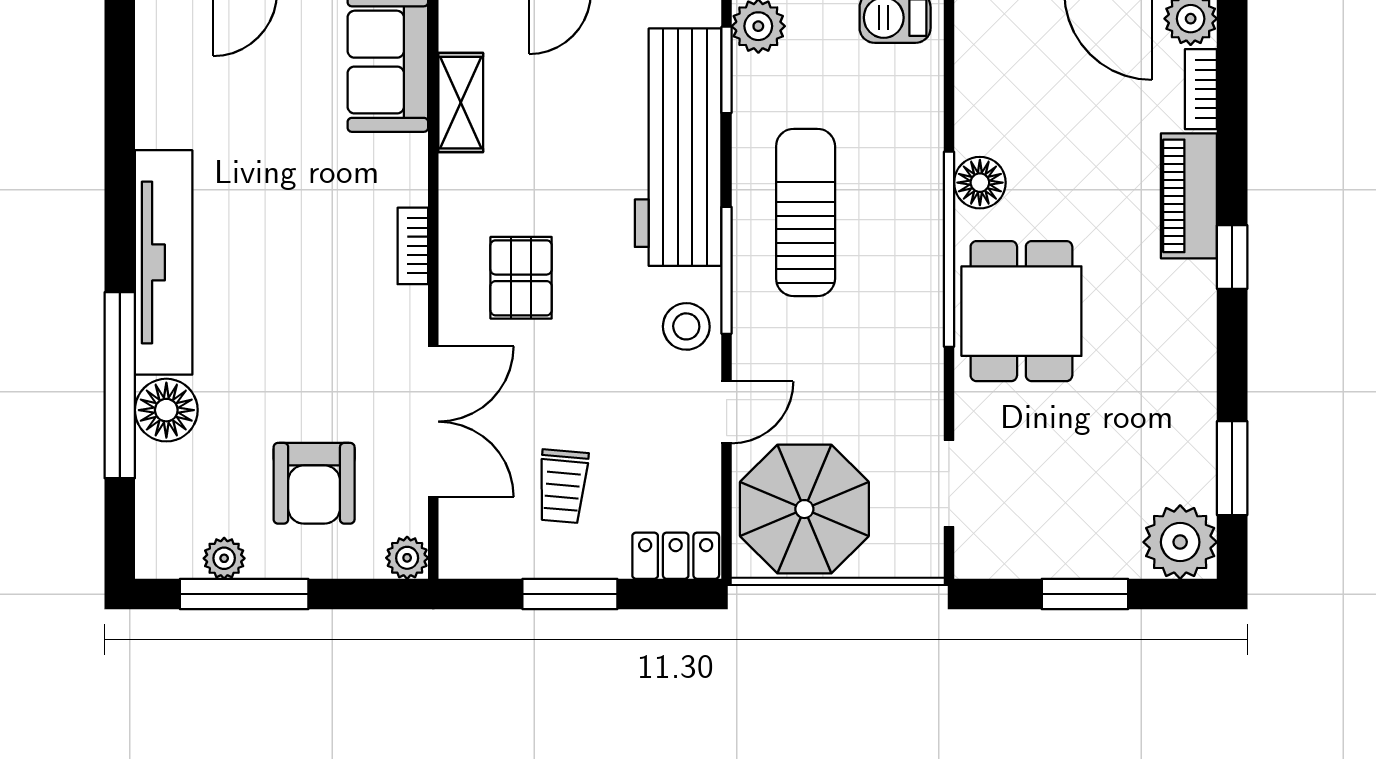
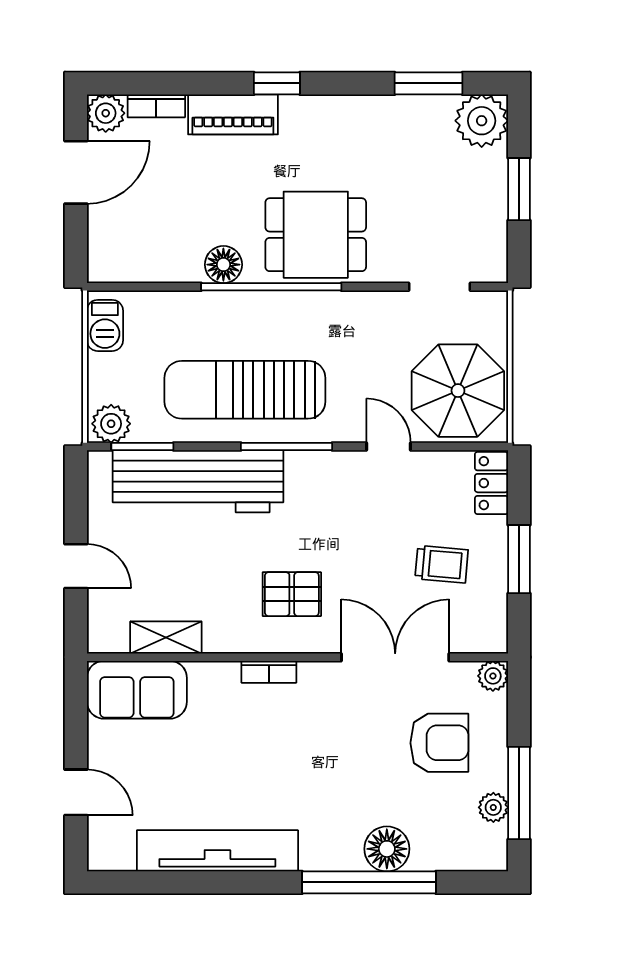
sun lounger: (806, 212) -> (245, 390), width x1.36, depth x1.34
tv unit: (164, 262) -> (217, 851), moved
stool: (686, 326) -> (327, 475), removed

